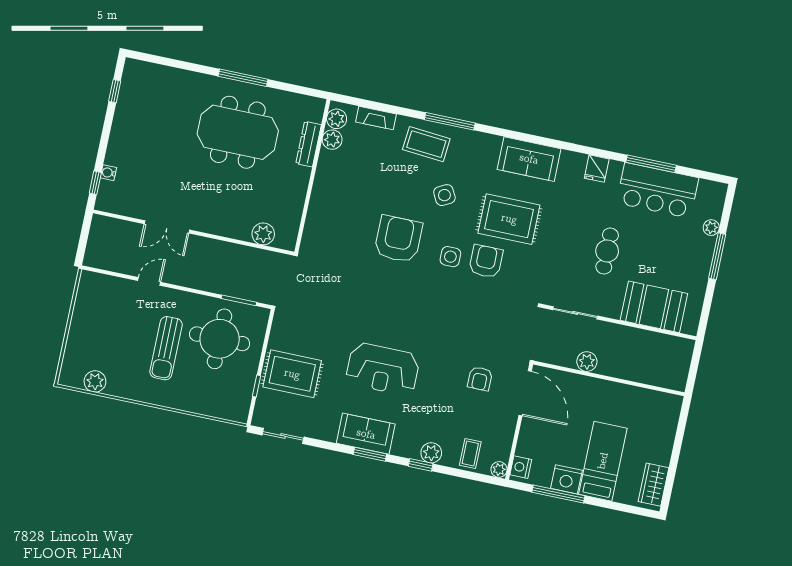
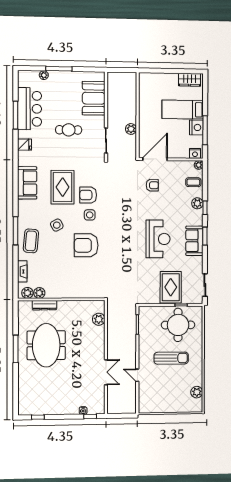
round table: (220, 339) -> (178, 325), moved

